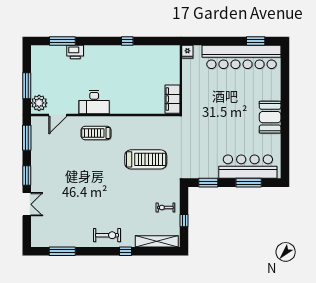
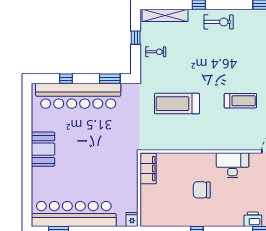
chair: (123, 79) -> (202, 190), added
treadmill: (96, 133) -> (240, 101), moved
bar counter: (248, 167) -> (78, 96), width x1.36
window: (249, 183) -> (66, 79), width x0.46
exercise bike: (107, 235) -> (219, 22), turned 180

